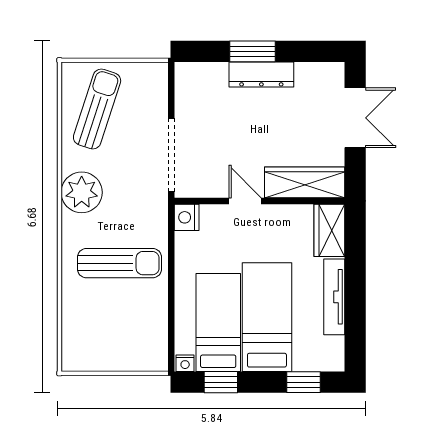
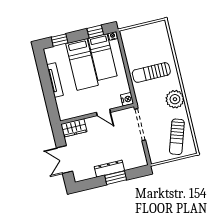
wardrobe: (305, 182) -> (74, 128), width x0.67
wardrobe: (329, 230) -> (64, 108), removed

